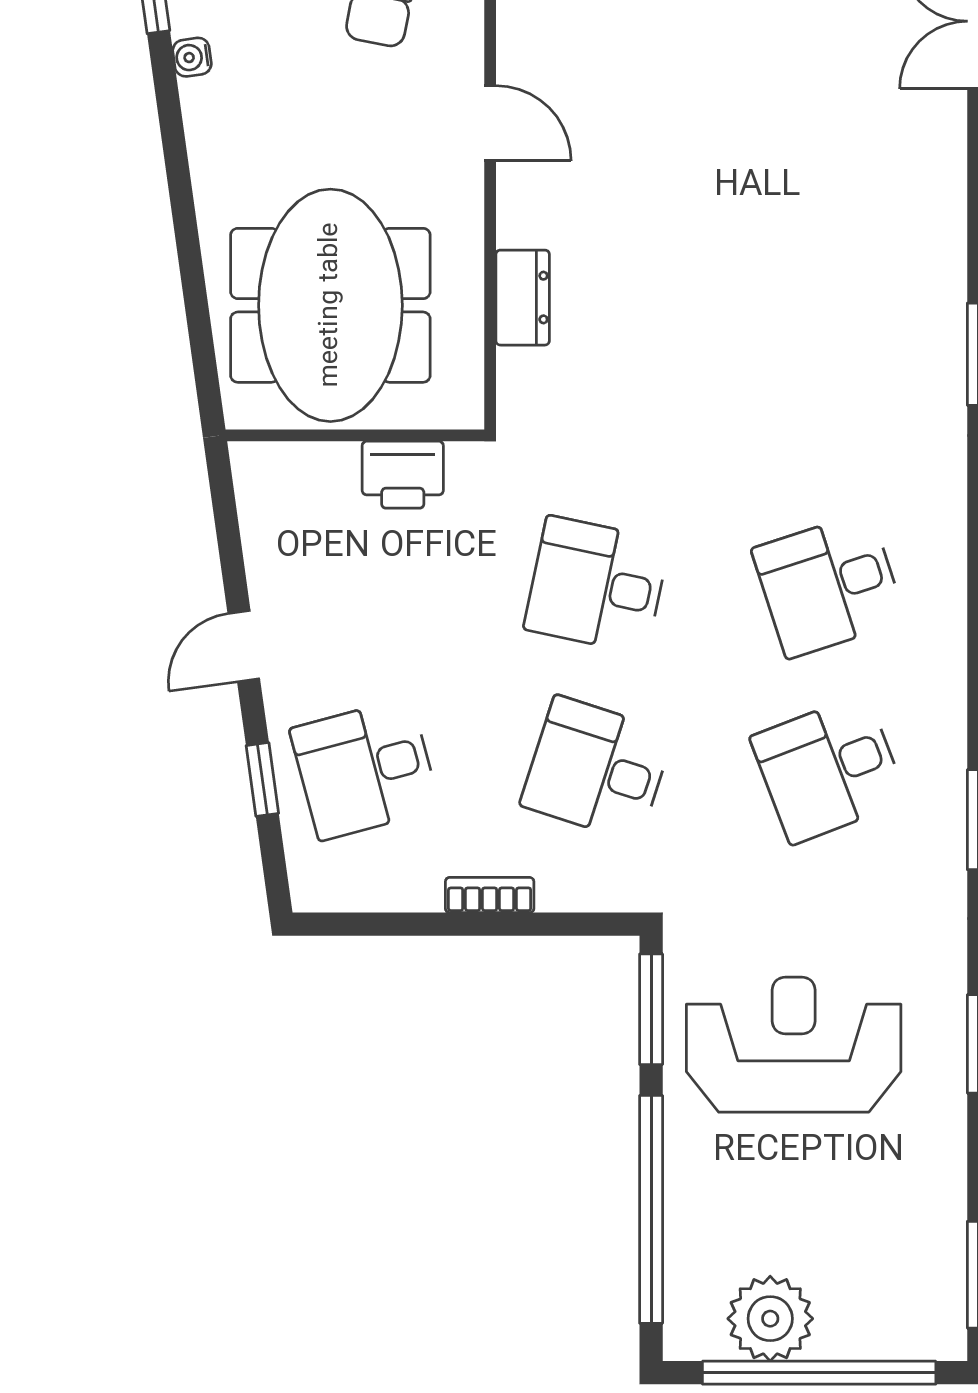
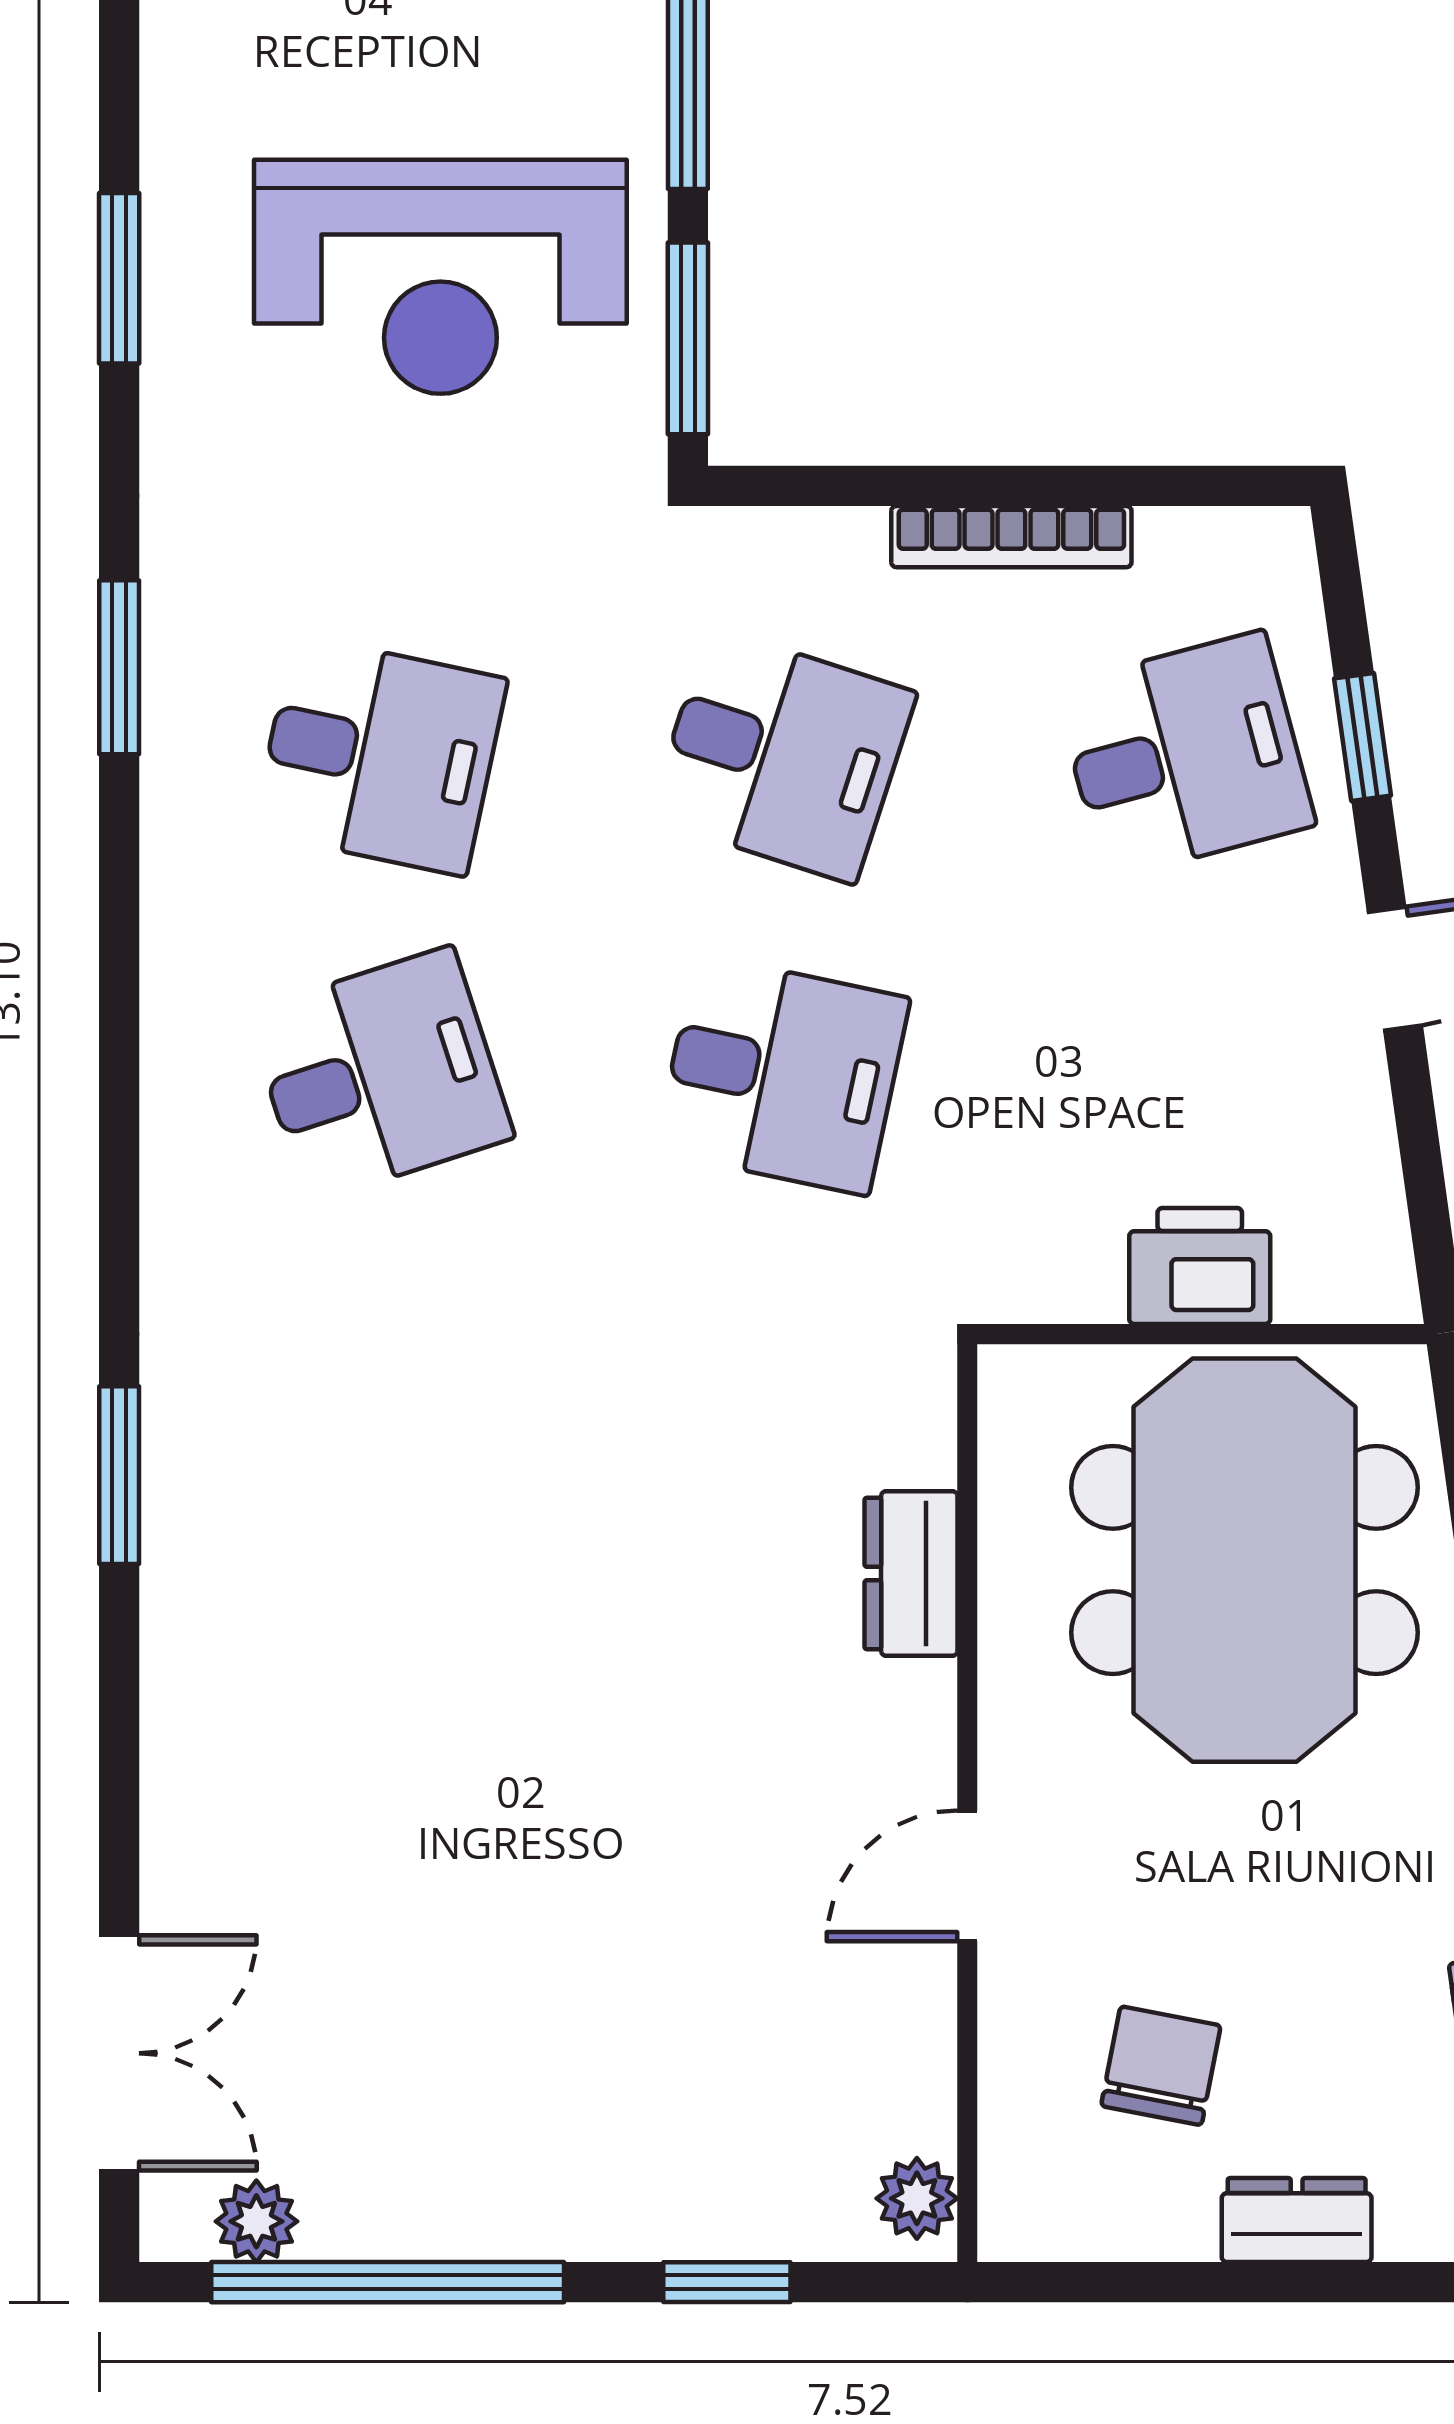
door: (490, 123) -> (967, 1876), hinge flipped
printer: (403, 475) -> (1200, 1266), moved
desk: (829, 769) -> (380, 755), turned 33
bookcase: (490, 895) -> (1011, 537), width x1.56

